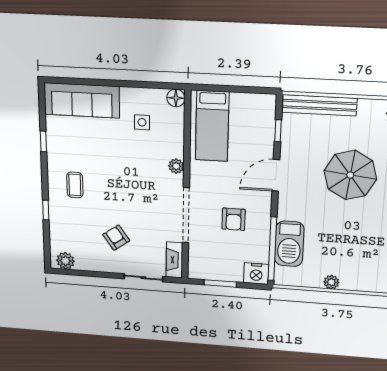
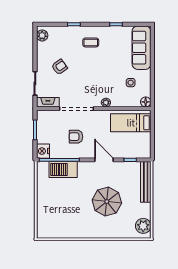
plant: (331, 282) -> (41, 195), removed

